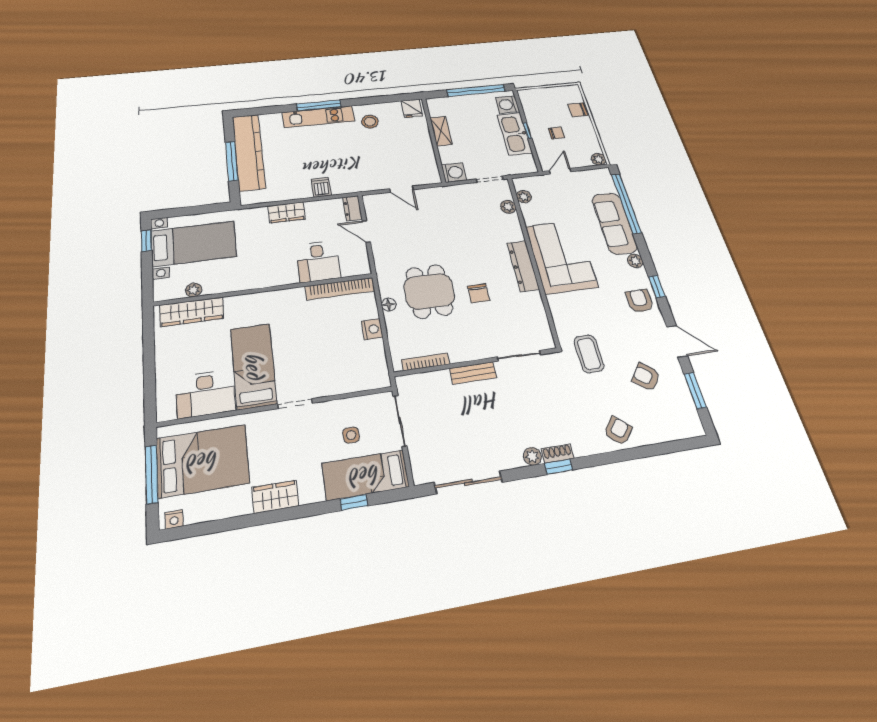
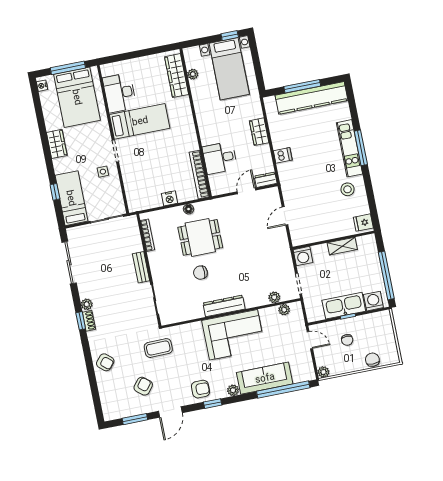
side table: (351, 435) -> (103, 172), moved

